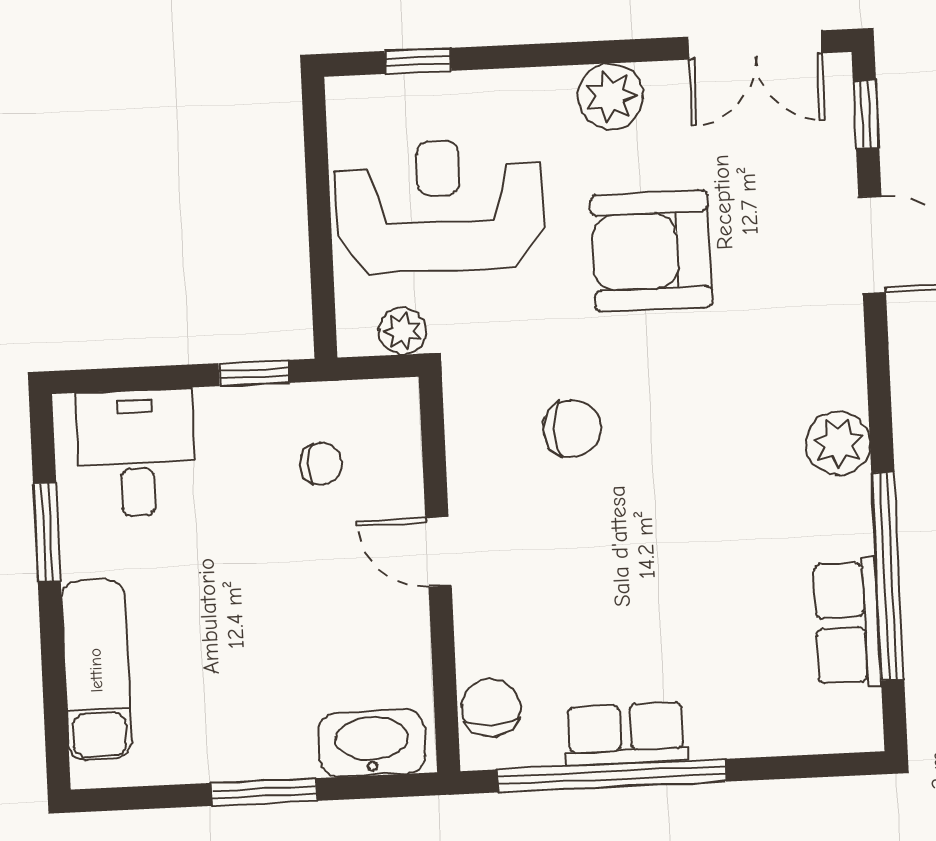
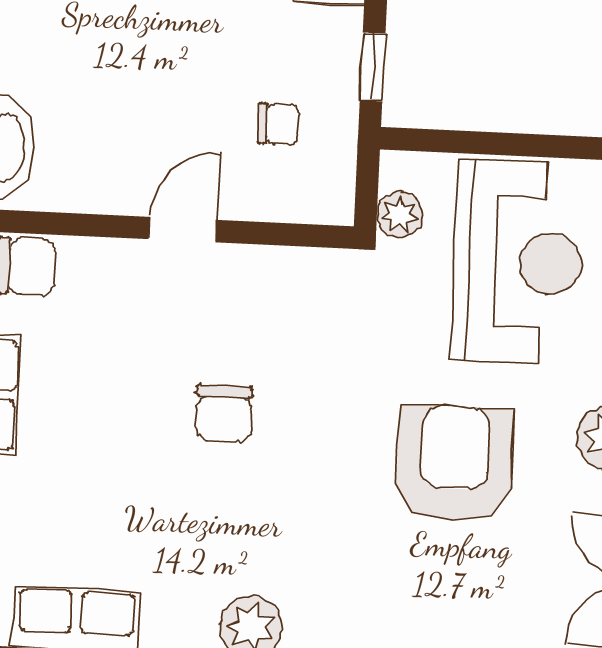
chair: (572, 428) -> (224, 414), moved
chair: (321, 464) -> (279, 124), turned -90

